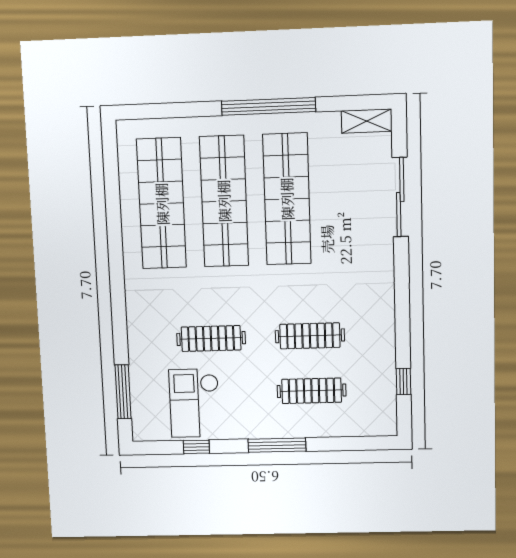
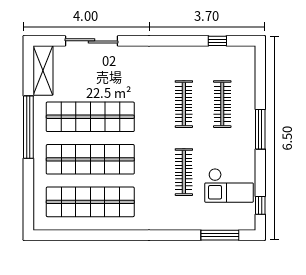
shelving: (367, 121) -> (43, 70), width x1.50, depth x1.33
window: (196, 447) -> (260, 205), moved

